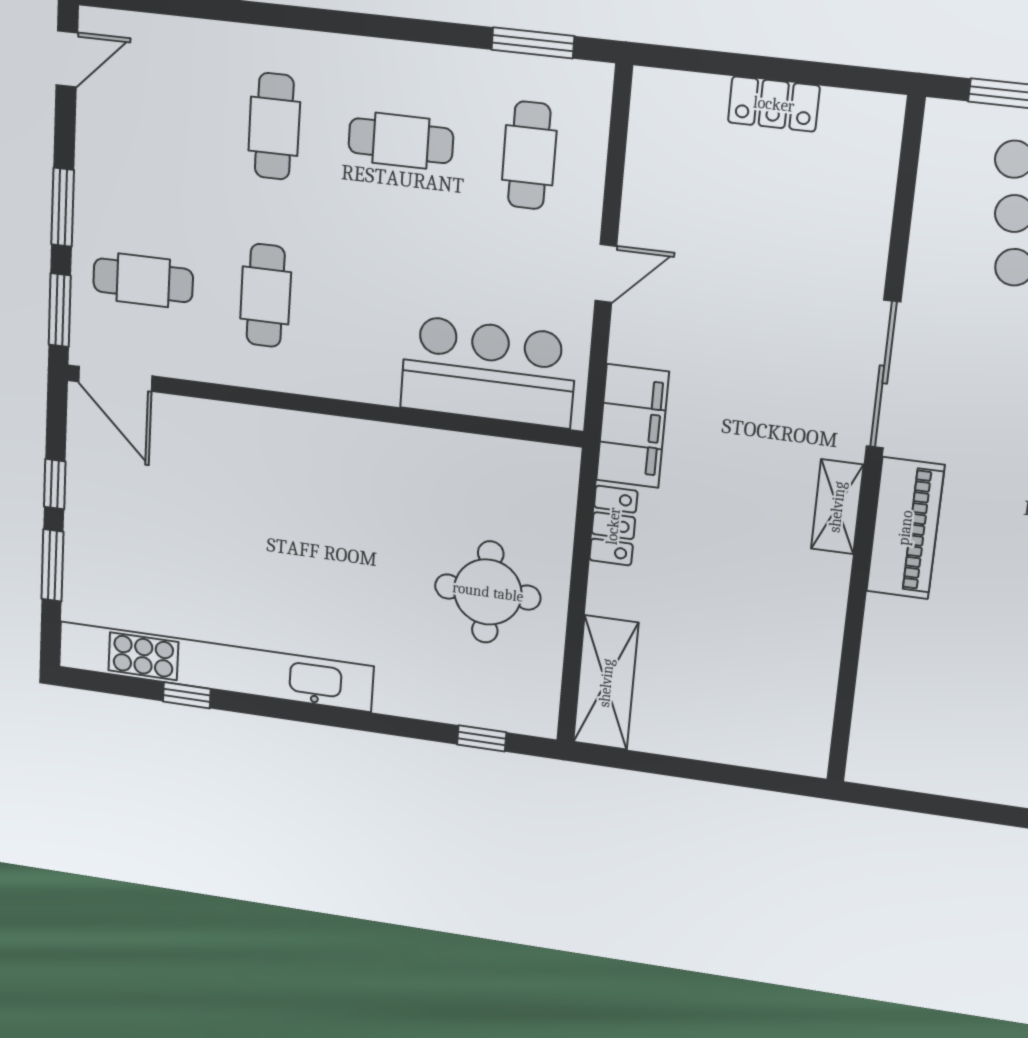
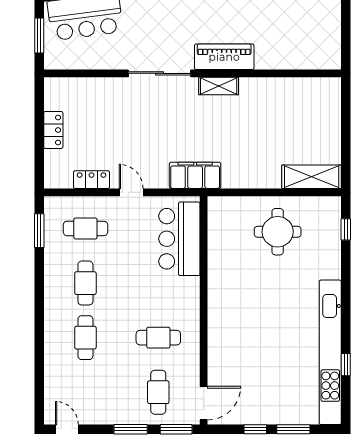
cafe table: (274, 126) -> (85, 338), turned 90
locker: (613, 526) -> (92, 180), moved

